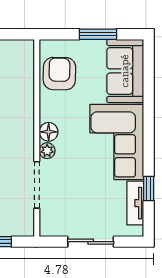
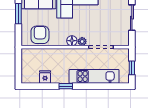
armchair: (59, 74) -> (40, 35), turned 89

